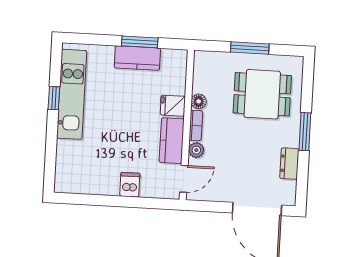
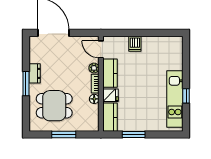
kitchen counter: (137, 58) -> (110, 117), moved, turned 90
dresser: (289, 164) -> (35, 73), moved
door: (184, 179) -> (101, 49), hinge flipped

